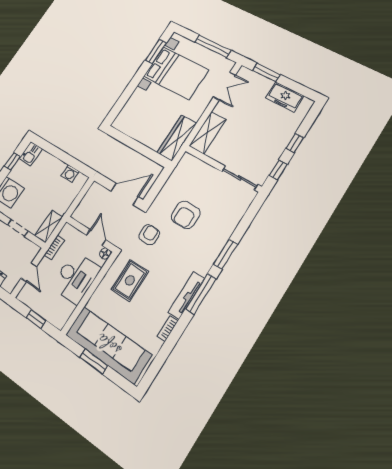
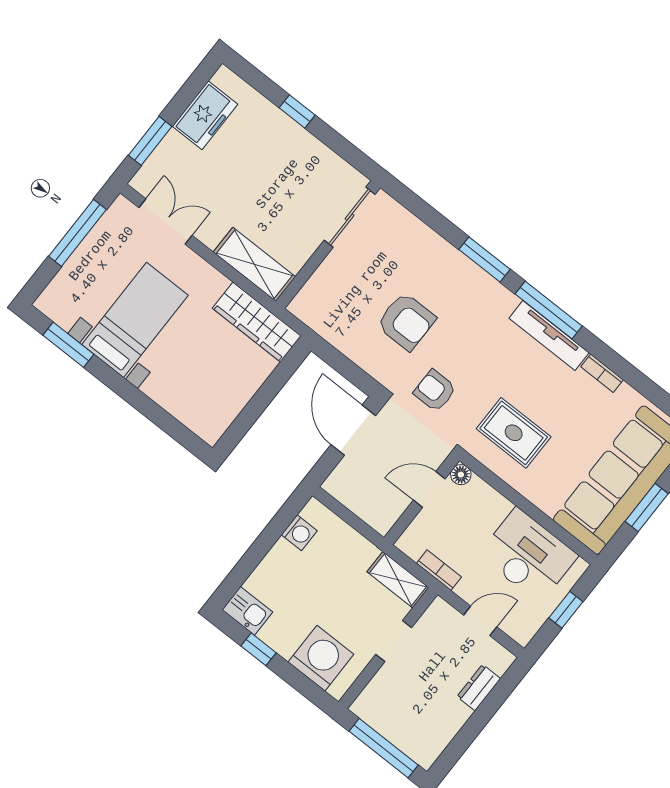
bed with nightstands: (176, 73) -> (135, 320), width x0.73
window: (278, 170) -> (344, 148), removed
desk: (76, 277) -> (528, 555), moved

